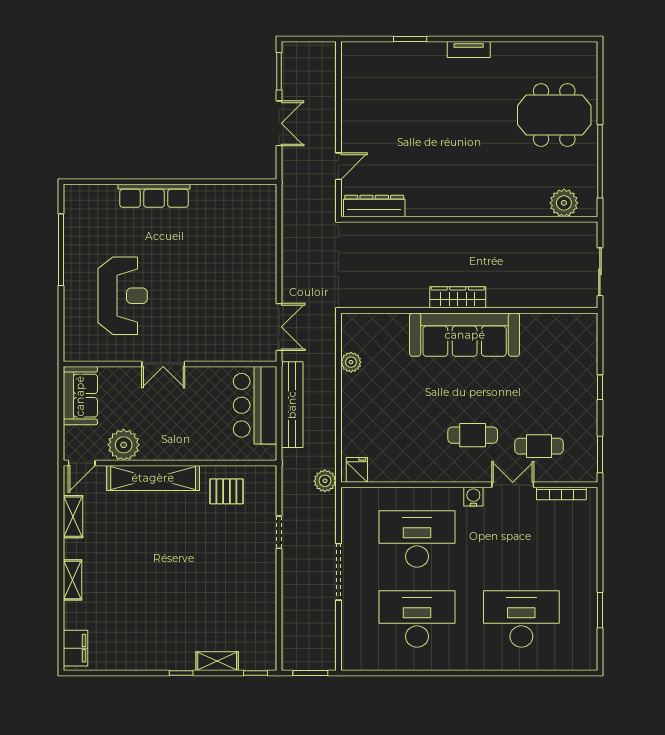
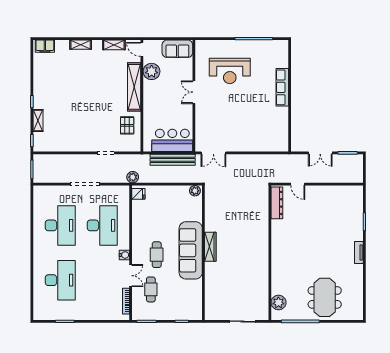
wardrobe: (458, 297) -> (210, 247), moved
wall: (469, 310) -> (203, 253), moved
sofa: (465, 335) -> (191, 250), moved

